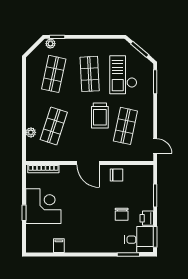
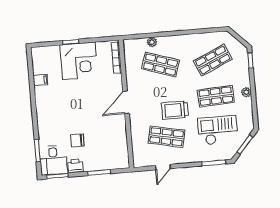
plant: (50, 44) -> (246, 92), moved
shop shelf: (54, 74) -> (213, 60), turned -36
door: (155, 146) -> (163, 167), moved
chair: (116, 175) -> (116, 132), removed

